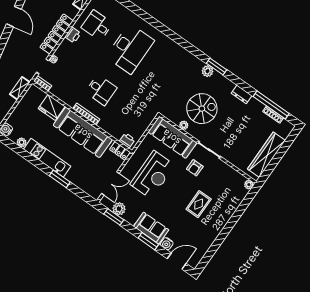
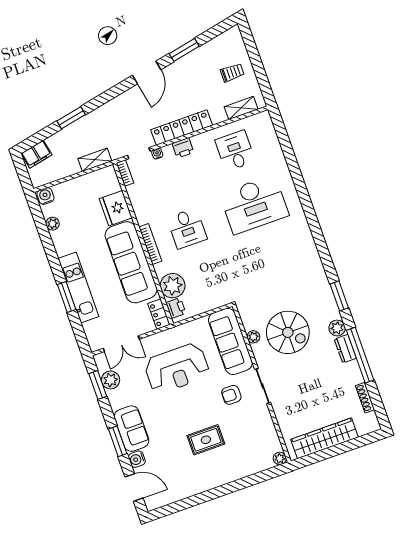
printer: (73, 35) -> (183, 148), moved
plant: (207, 71) -> (337, 328), moved
window: (271, 105) -> (360, 355), moved
plant: (116, 129) -> (173, 286), added
kitchen unit: (47, 158) -> (78, 287), moved

